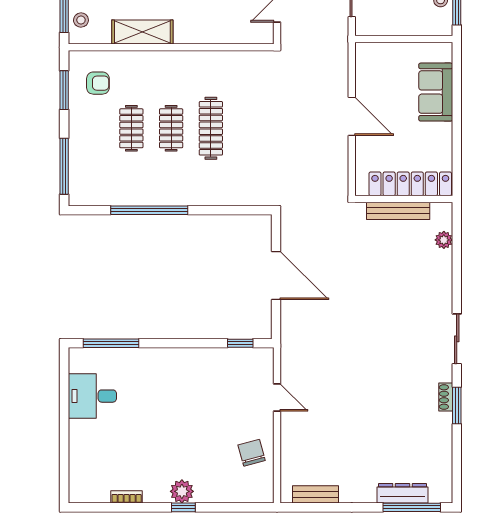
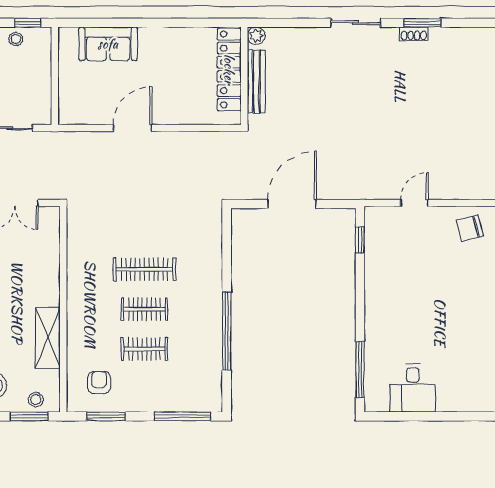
locker: (410, 184) -> (229, 69), moved
wall: (404, 199) -> (244, 76), moved
bench: (398, 211) -> (256, 82), moved

